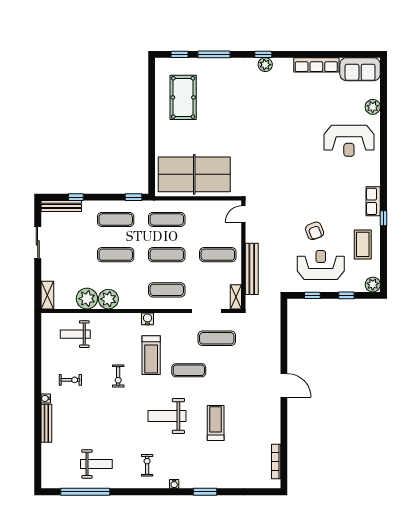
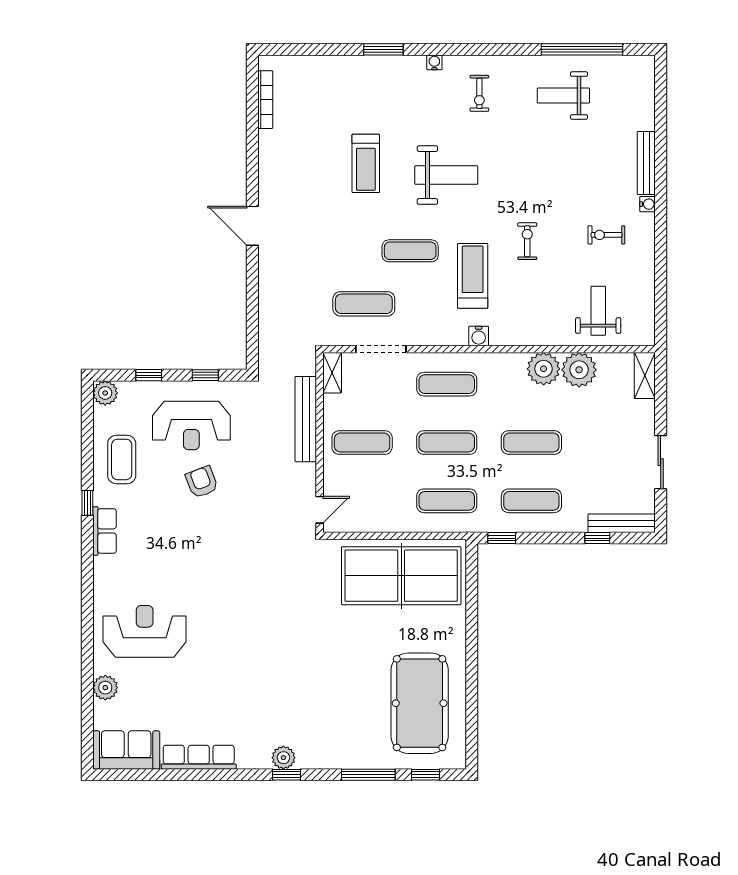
pool table: (183, 97) -> (420, 703), width x1.36, depth x1.32
weight bench: (75, 334) -> (598, 311), turned -90

